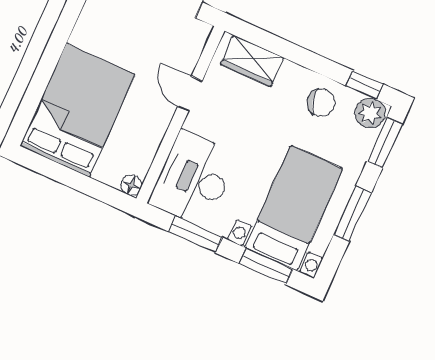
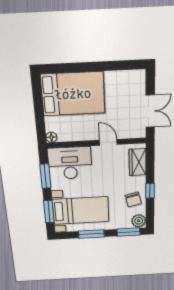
window: (365, 85) -> (150, 191), moved
door: (190, 94) -> (108, 142), hinge flipped

